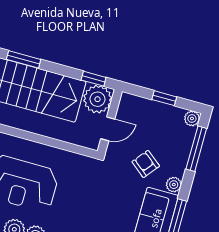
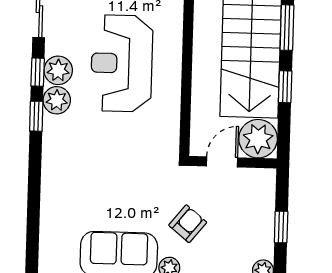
window: (94, 79) -> (285, 87), moved
door: (108, 129) -> (222, 162), swing flipped

